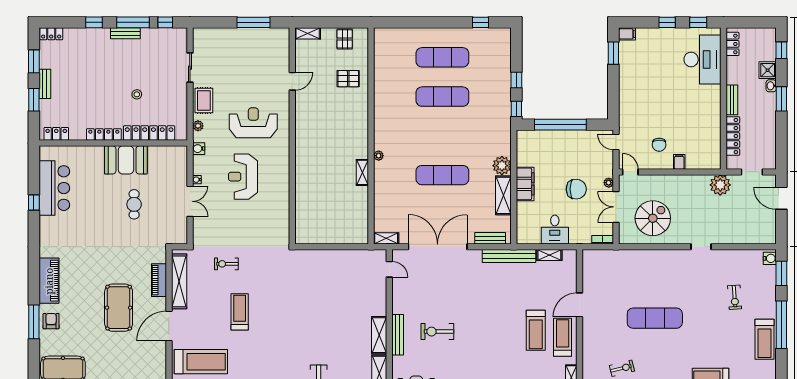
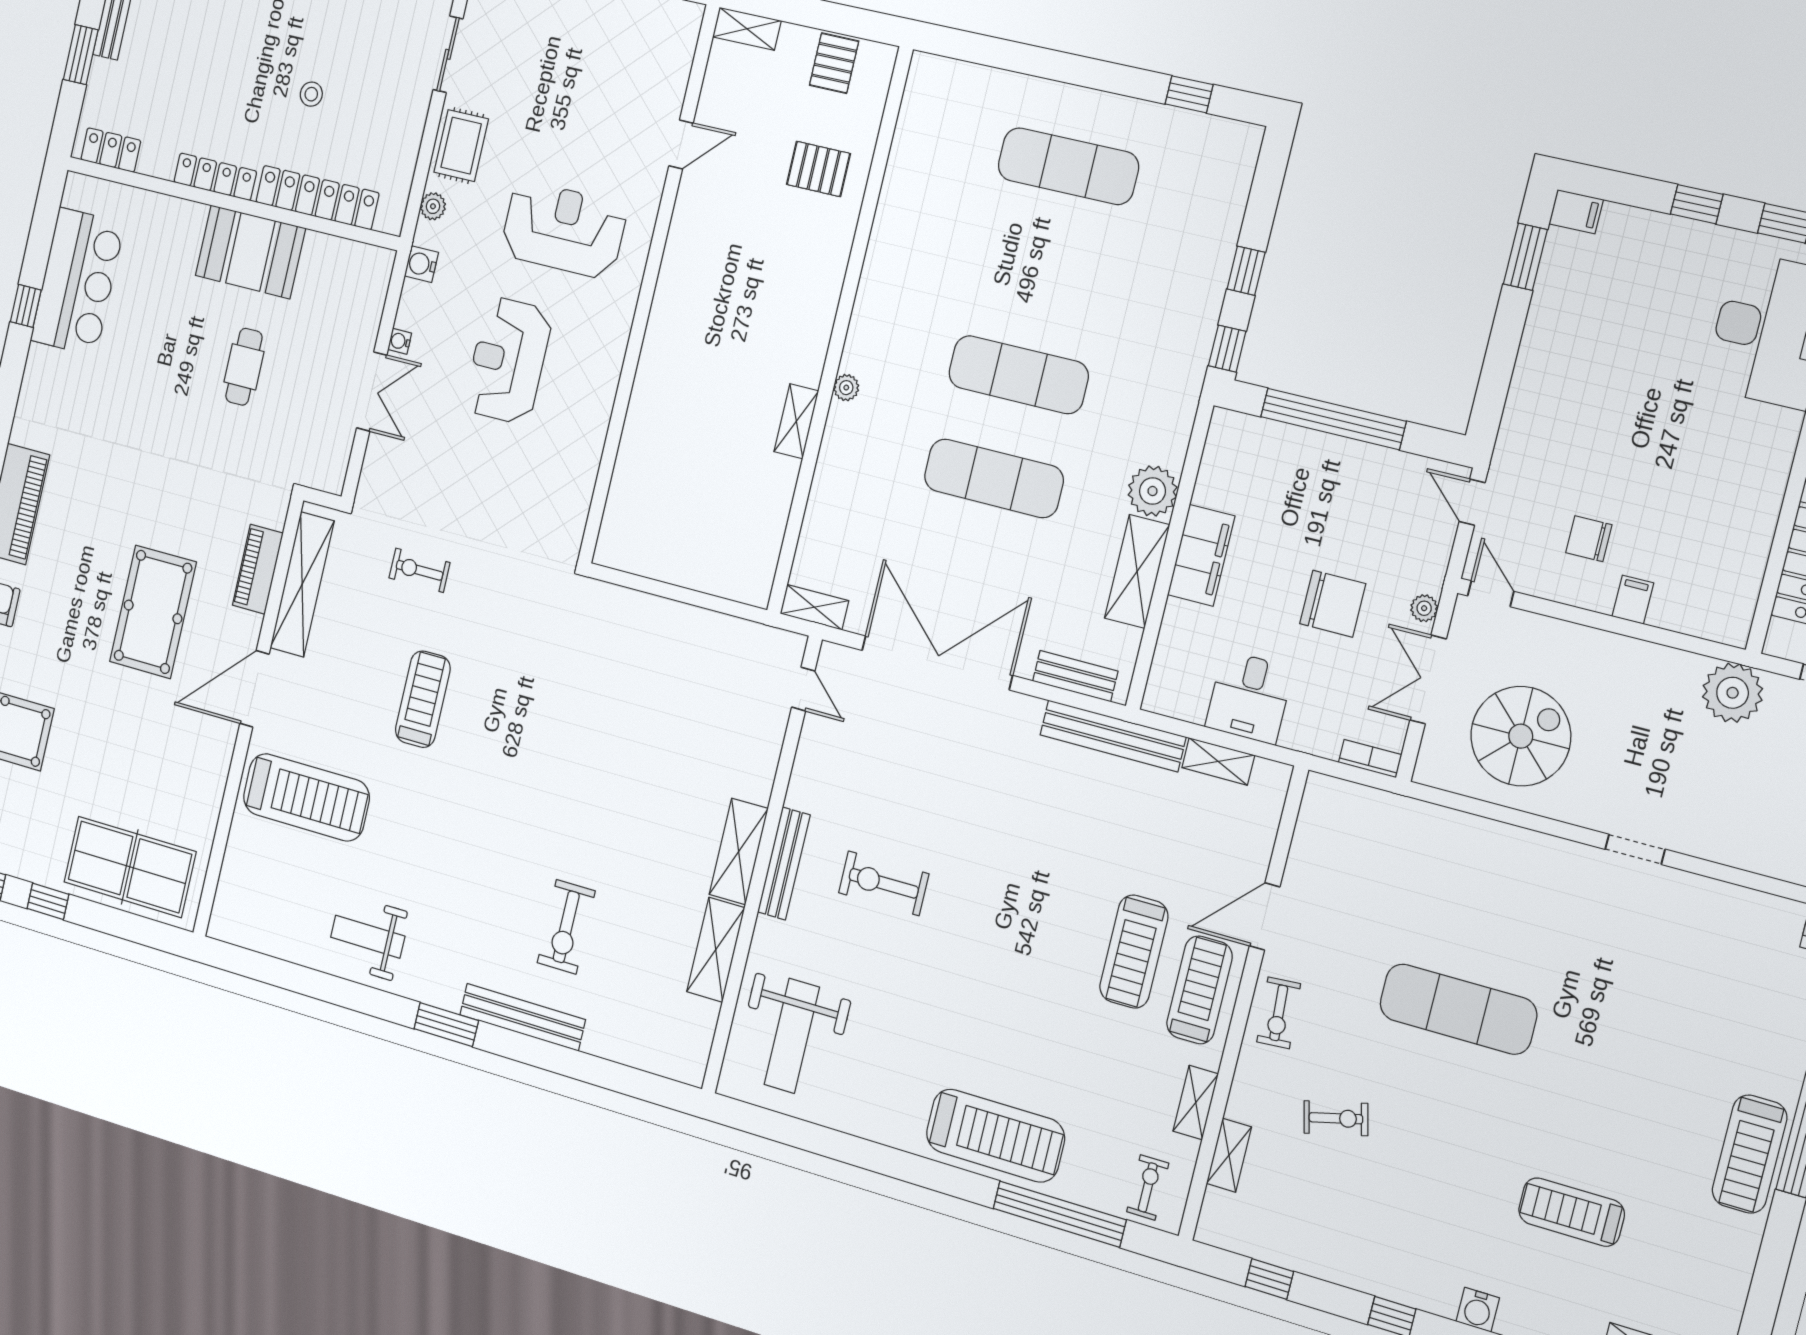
exercise mat: (442, 97) -> (1018, 375), moved
chair: (659, 145) -> (1589, 539), turned 90
exercise bike: (735, 297) -> (1279, 1013), moved

